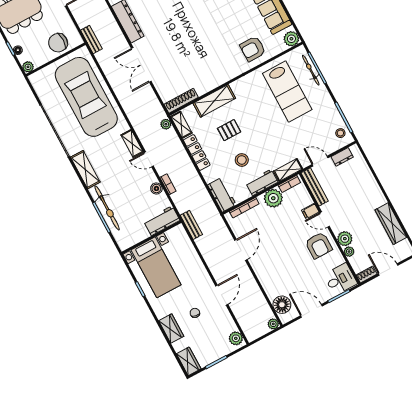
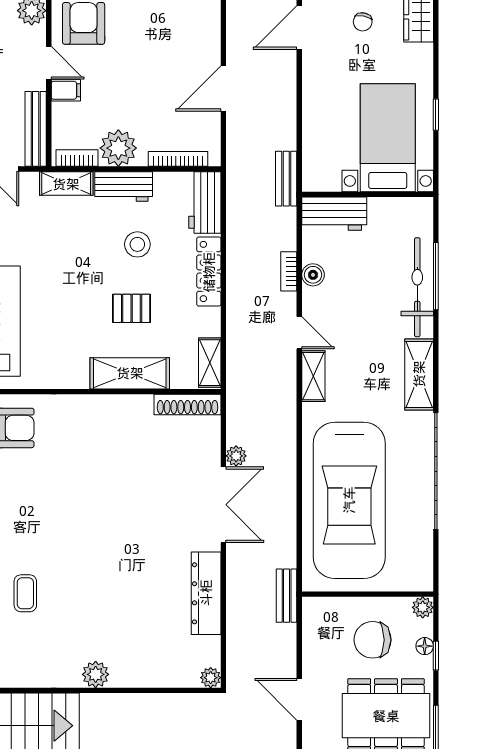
chair: (58, 43) -> (373, 640), moved, turned 180
plant: (166, 124) -> (236, 456), moved
locker: (197, 152) -> (209, 272), moved

